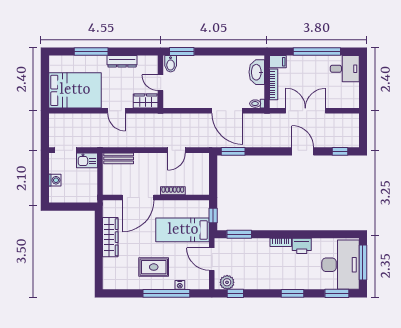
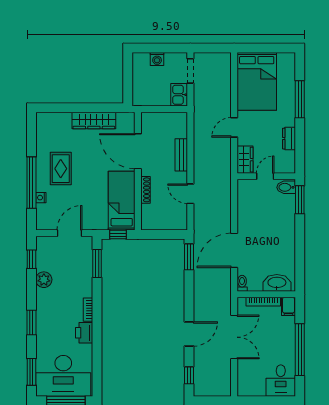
dresser: (122, 61) -> (289, 139), width x0.70
bench: (119, 158) -> (181, 155), moved
bed: (183, 230) -> (122, 201), moved
plant: (227, 282) -> (44, 280), moved

